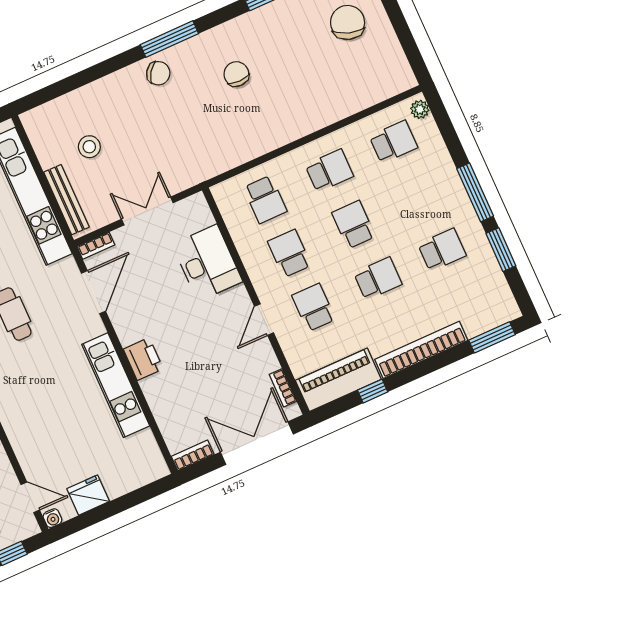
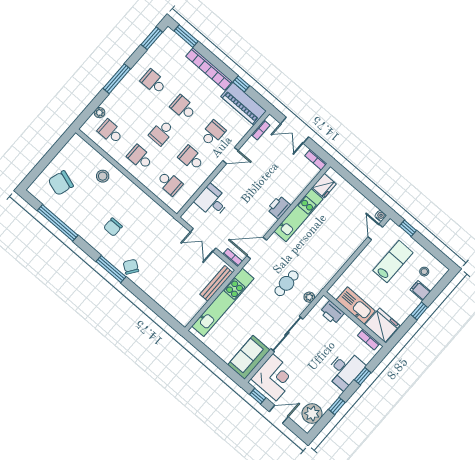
plant: (420, 109) -> (99, 113), moved
stool: (89, 147) -> (103, 176), moved
school desk: (265, 199) -> (170, 183), turned 90
window: (501, 250) -> (152, 38), moved
school desk: (289, 253) -> (191, 158), turned 90
desk: (207, 263) -> (212, 201), width x0.73
school desk: (314, 307) -> (213, 133), turned 180
double door: (257, 443) -> (295, 130), width x0.73
fridge: (88, 495) -> (324, 186), moved, turned -90

